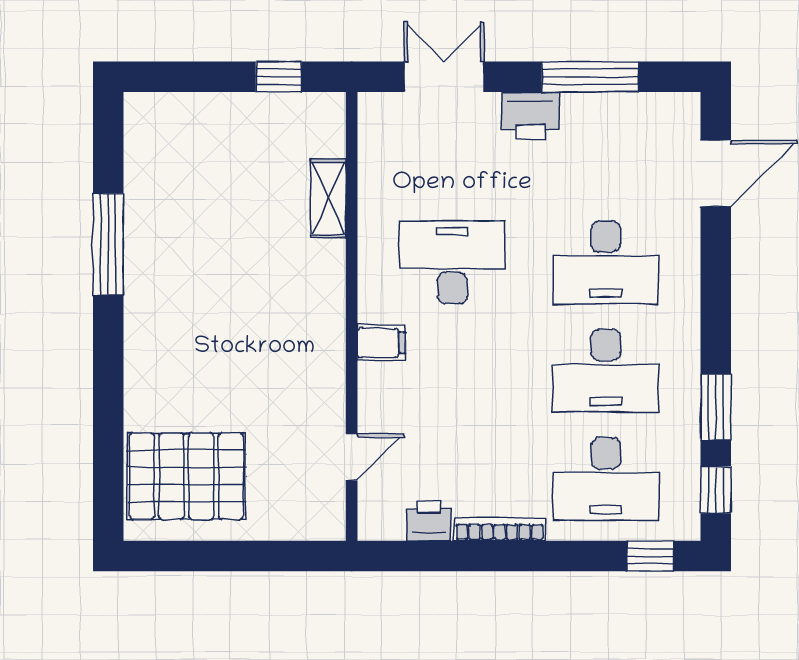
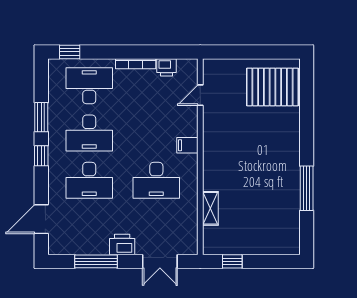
desk: (606, 262) -> (89, 180), turned 180
desk: (606, 371) -> (89, 133), turned 180
window: (716, 490) -> (41, 156), moved

